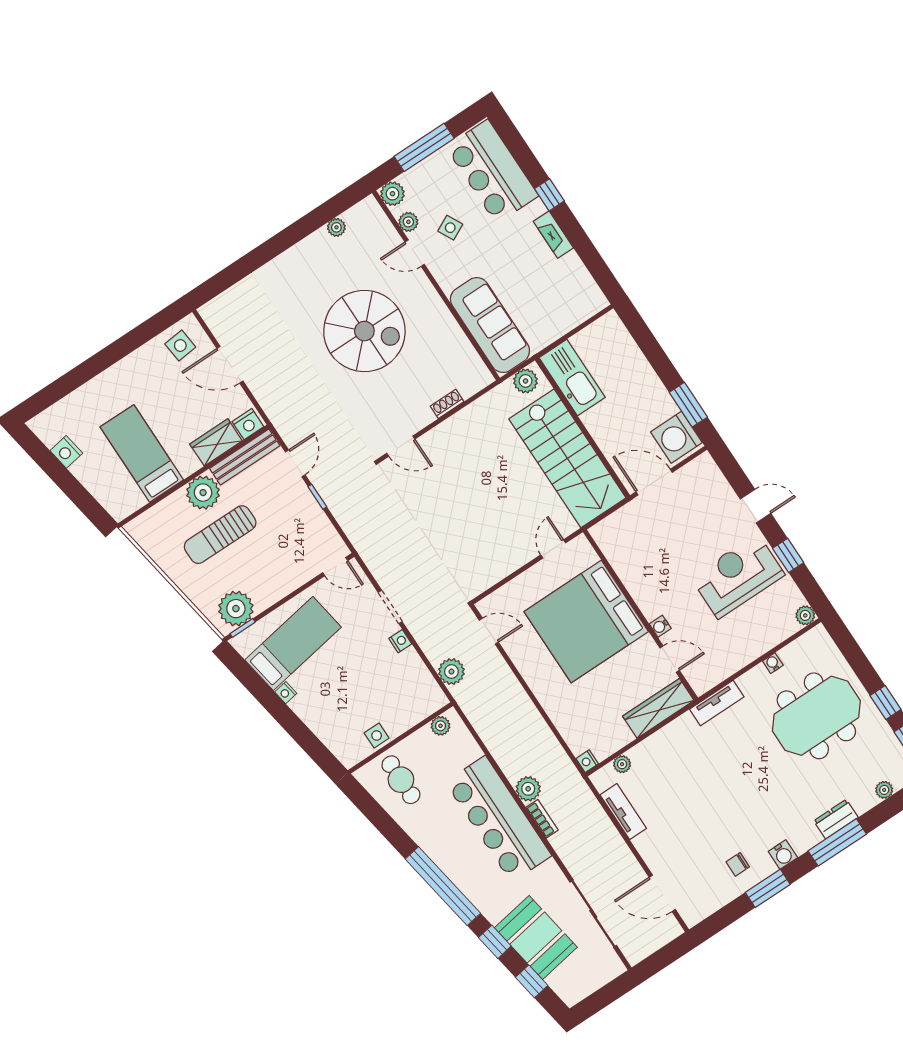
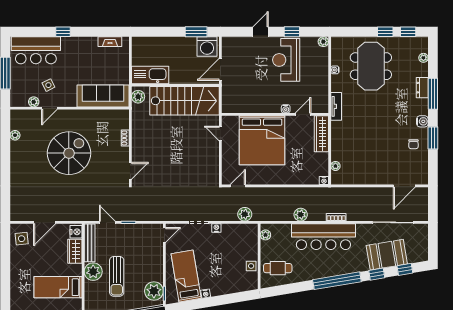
plant: (392, 194) -> (17, 101), removed
fireplace: (553, 235) -> (110, 42), moved
plant: (528, 789) -> (301, 215), moved
tv unit: (623, 812) -> (357, 179), removed

